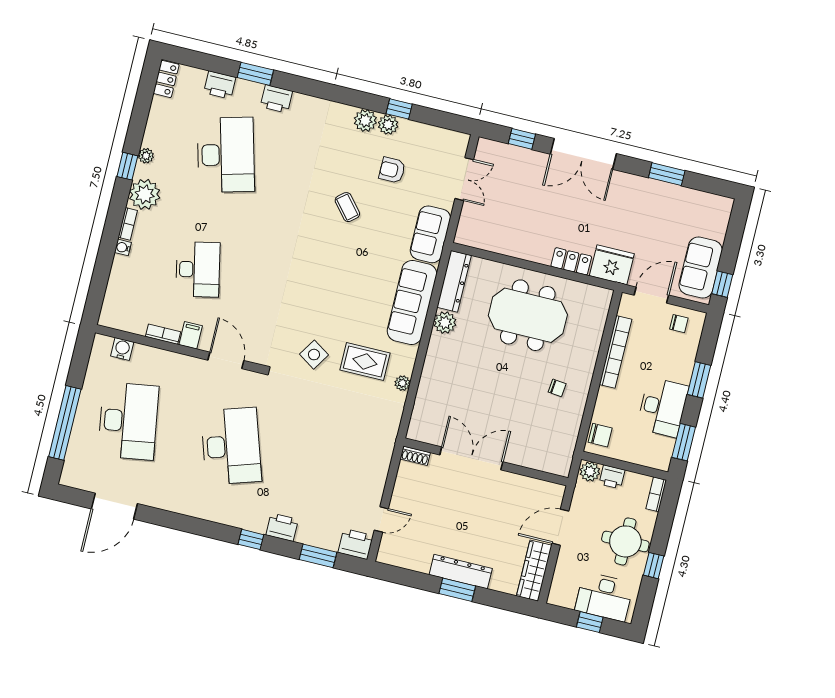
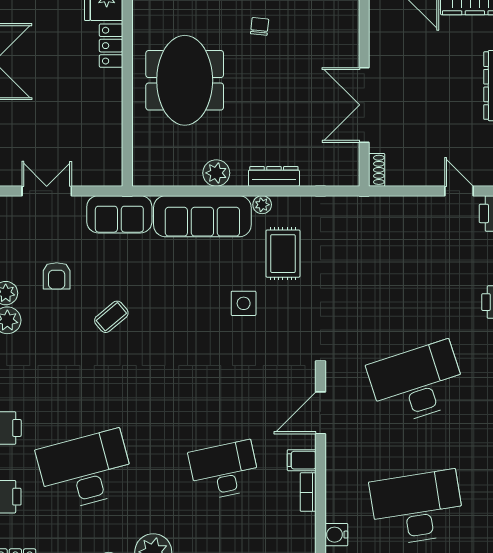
dresser: (454, 281) -> (274, 176), moved, width x0.73, depth x0.80
side table: (314, 355) -> (244, 303), moved, turned -33
plant: (402, 383) -> (262, 205), moved

